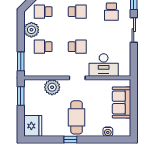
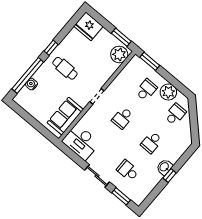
desk: (104, 65) -> (81, 142), moved, turned -90
plant: (52, 87) -> (119, 54), moved
sofa: (122, 102) -> (65, 116), moved, turned -90
cafe table: (77, 117) -> (65, 68), width x0.73, depth x0.74
window: (104, 140) -> (28, 76), added

